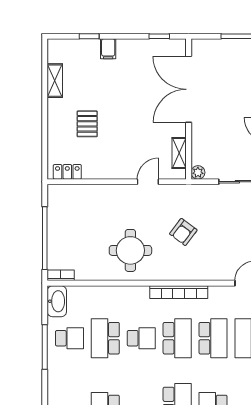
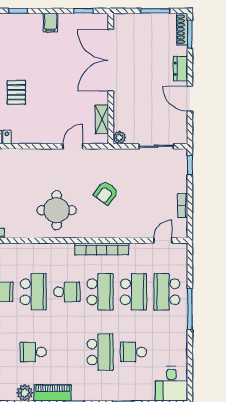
filing cabinet: (108, 49) -> (51, 23), moved
school desk: (105, 338) -> (33, 292), turned 180

